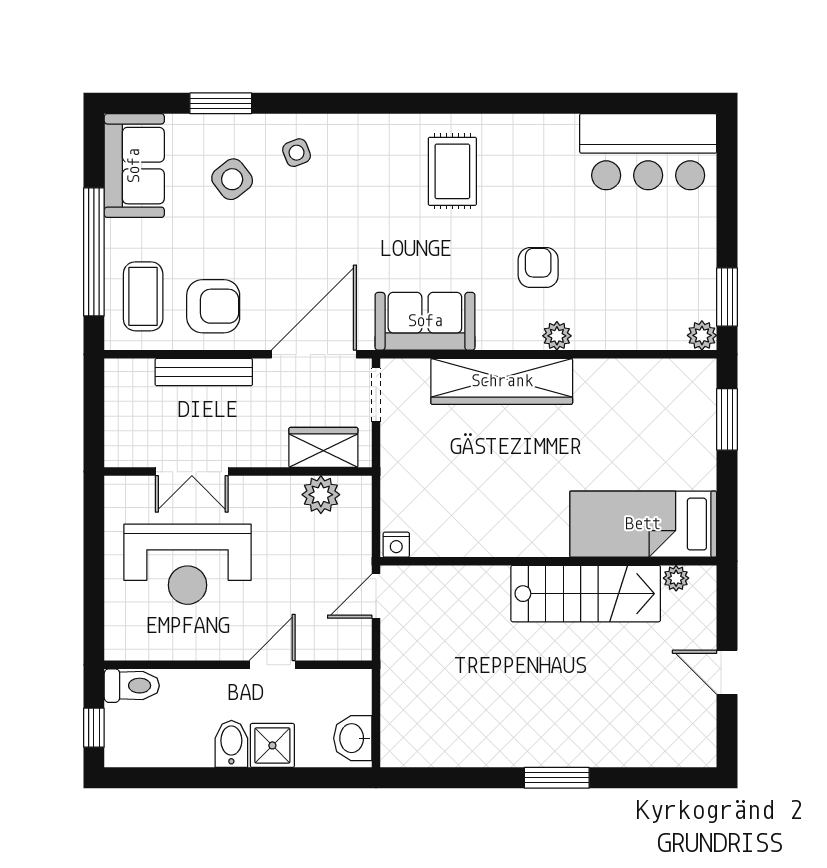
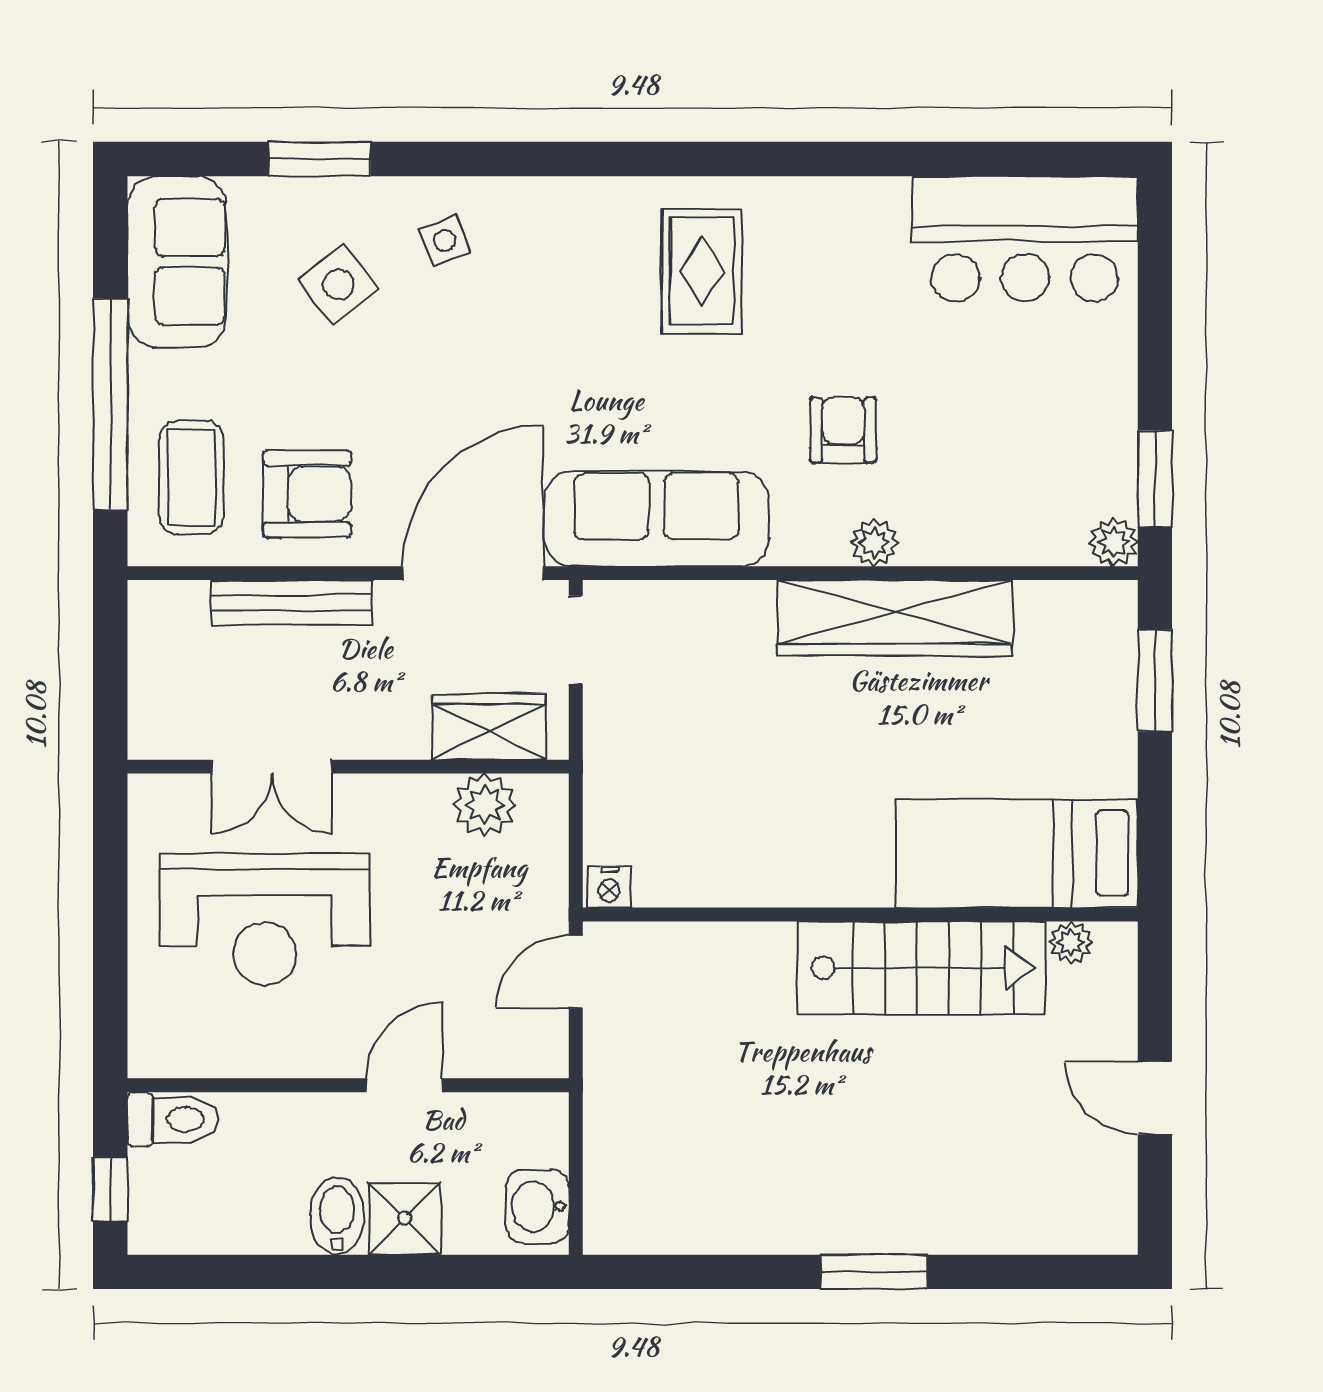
sofa: (425, 321) -> (657, 519), width x1.36
wardrobe: (502, 381) -> (895, 618), moved

